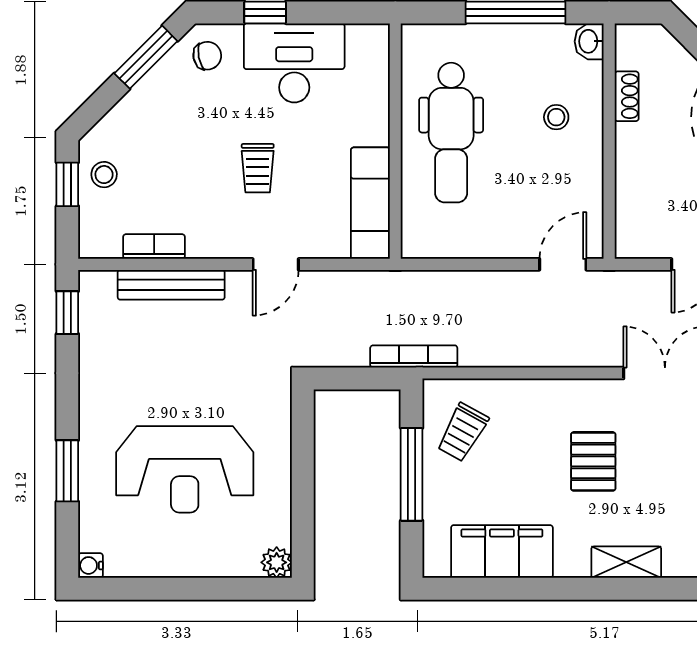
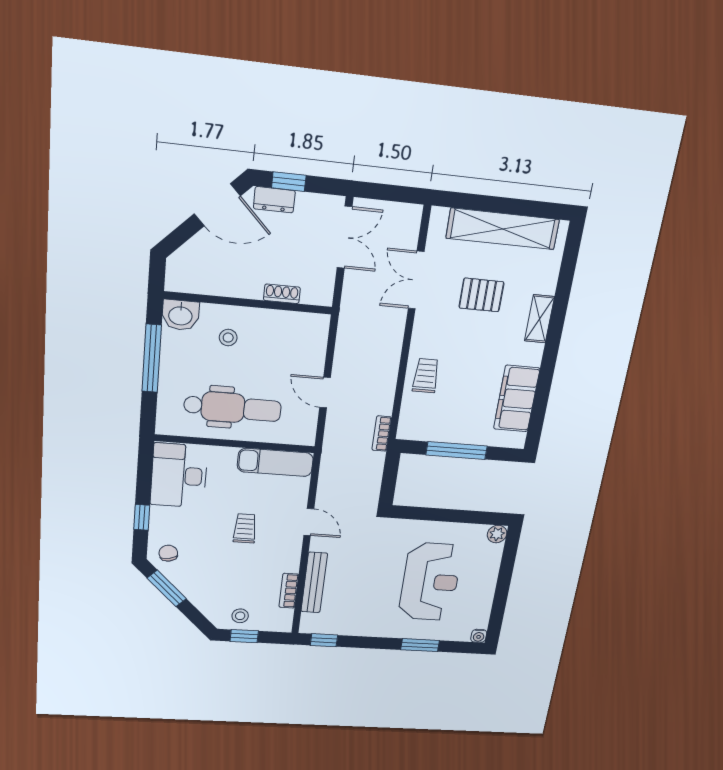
washbasin: (589, 41) -> (180, 315), width x1.38, depth x1.45
desk: (294, 63) -> (179, 476), moved
shoe rack: (627, 96) -> (282, 294), moved
trolley: (258, 168) -> (245, 528), turned -90
door: (563, 264) -> (325, 393), moved
bookcase: (414, 356) -> (382, 434), width x0.64
trolley: (463, 432) -> (426, 376), moved, turned -119
pallet: (593, 461) -> (481, 295), moved

